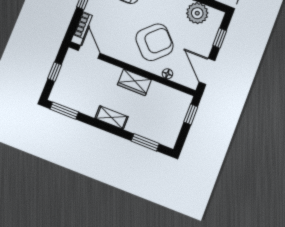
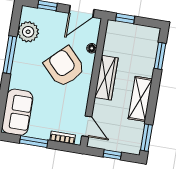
door: (89, 52) -> (87, 126), swing flipped
wardrobe: (134, 82) -> (106, 78), width x1.50
shelving: (112, 117) -> (140, 99), width x1.50, depth x1.33

